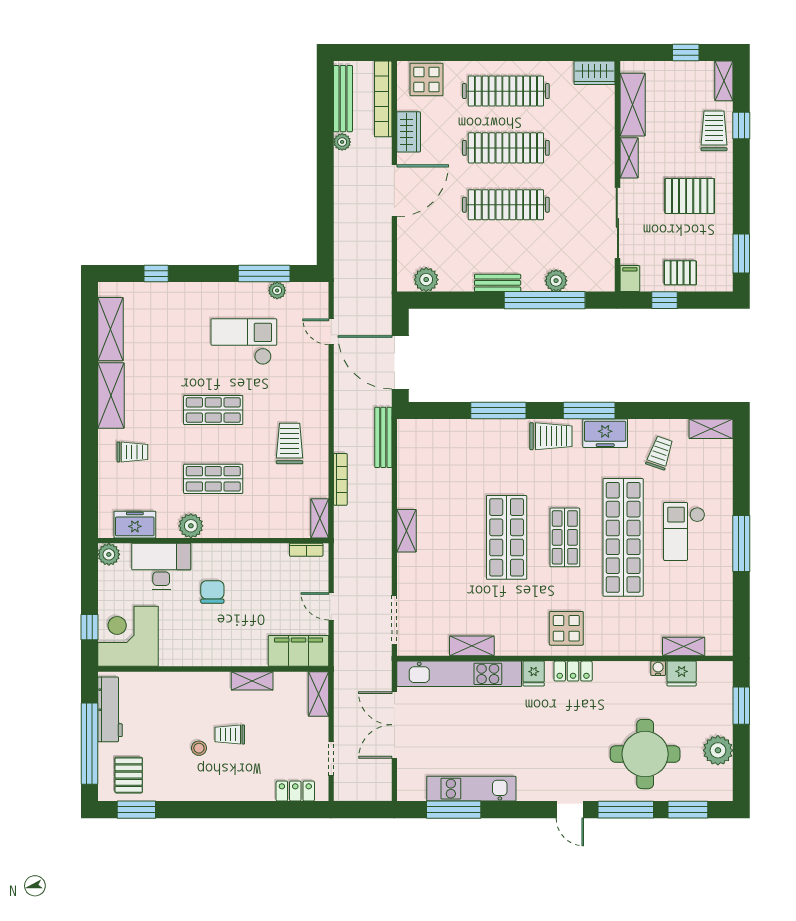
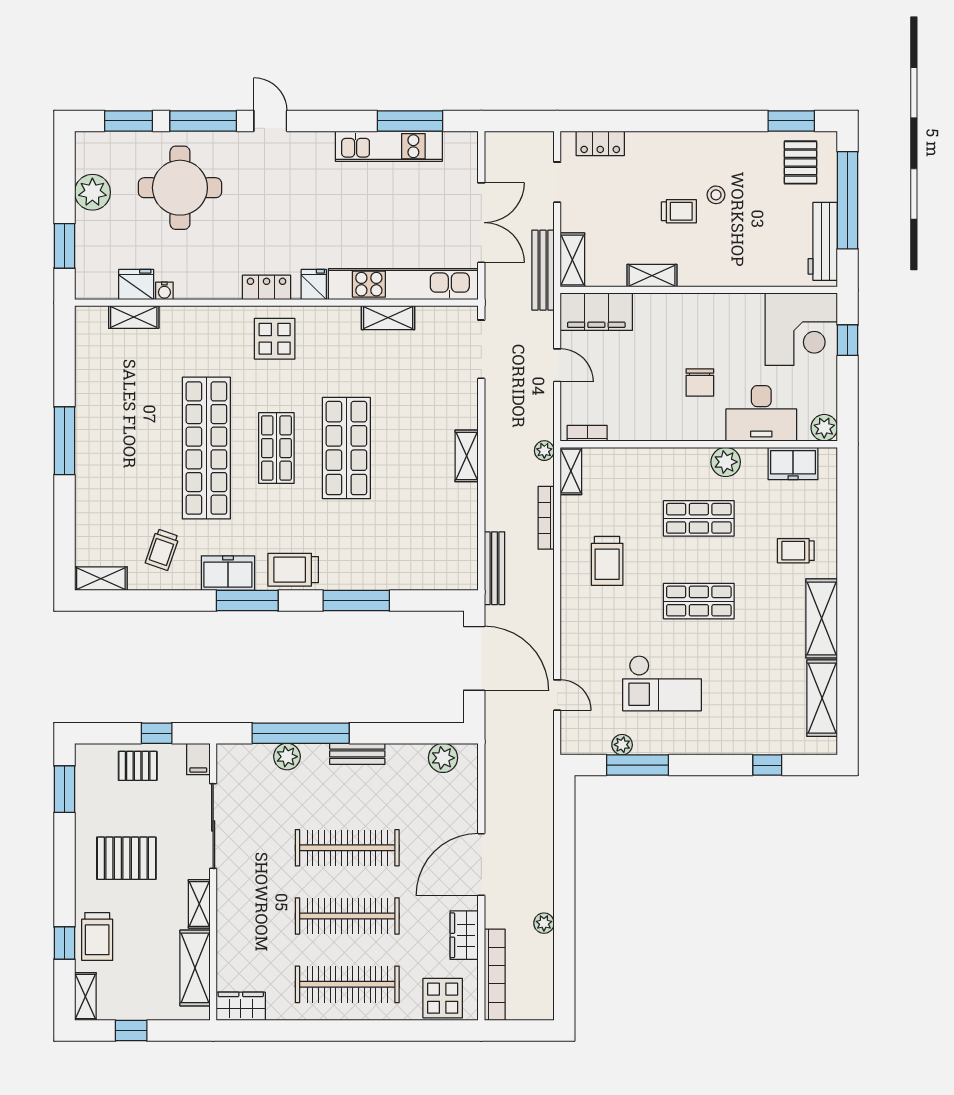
bench: (343, 99) -> (543, 270), moved
checkout: (684, 531) -> (133, 455), removed
plant: (342, 535) -> (544, 451), added

